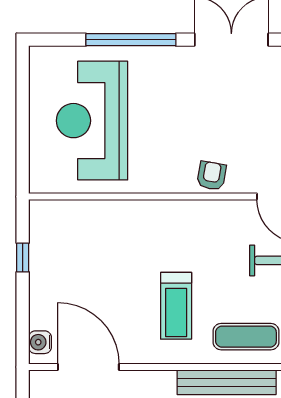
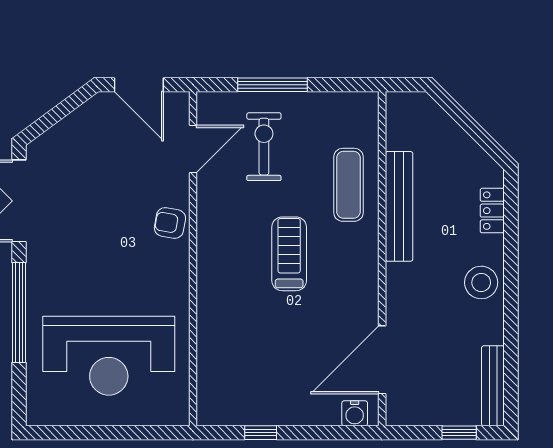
treadmill: (176, 306) -> (289, 254), moved, turned -90

